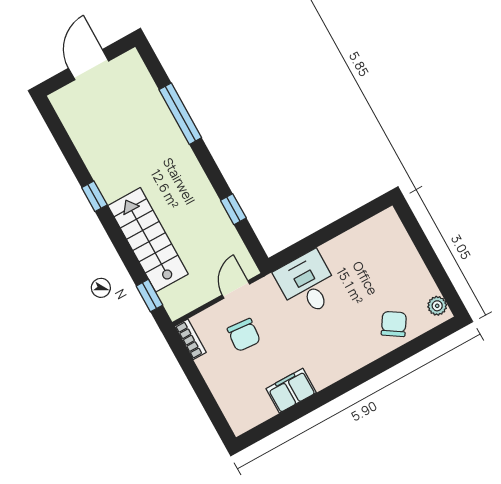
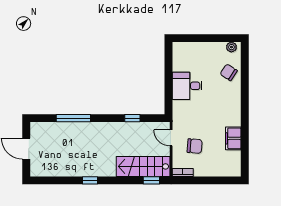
stairs: (148, 240) -> (143, 166), moved
desk: (307, 284) -> (187, 86), moved

